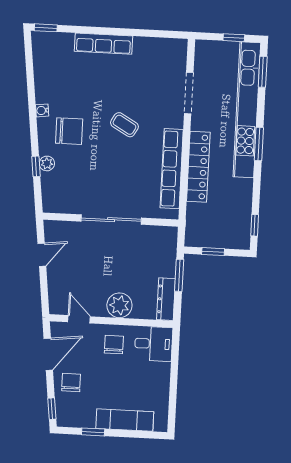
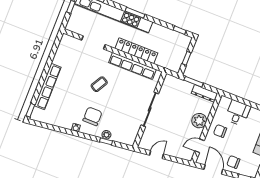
row of seats: (104, 44) -> (48, 87), width x1.36
door: (42, 255) -> (157, 155), hinge flipped
desk: (154, 344) -> (238, 113), moved

